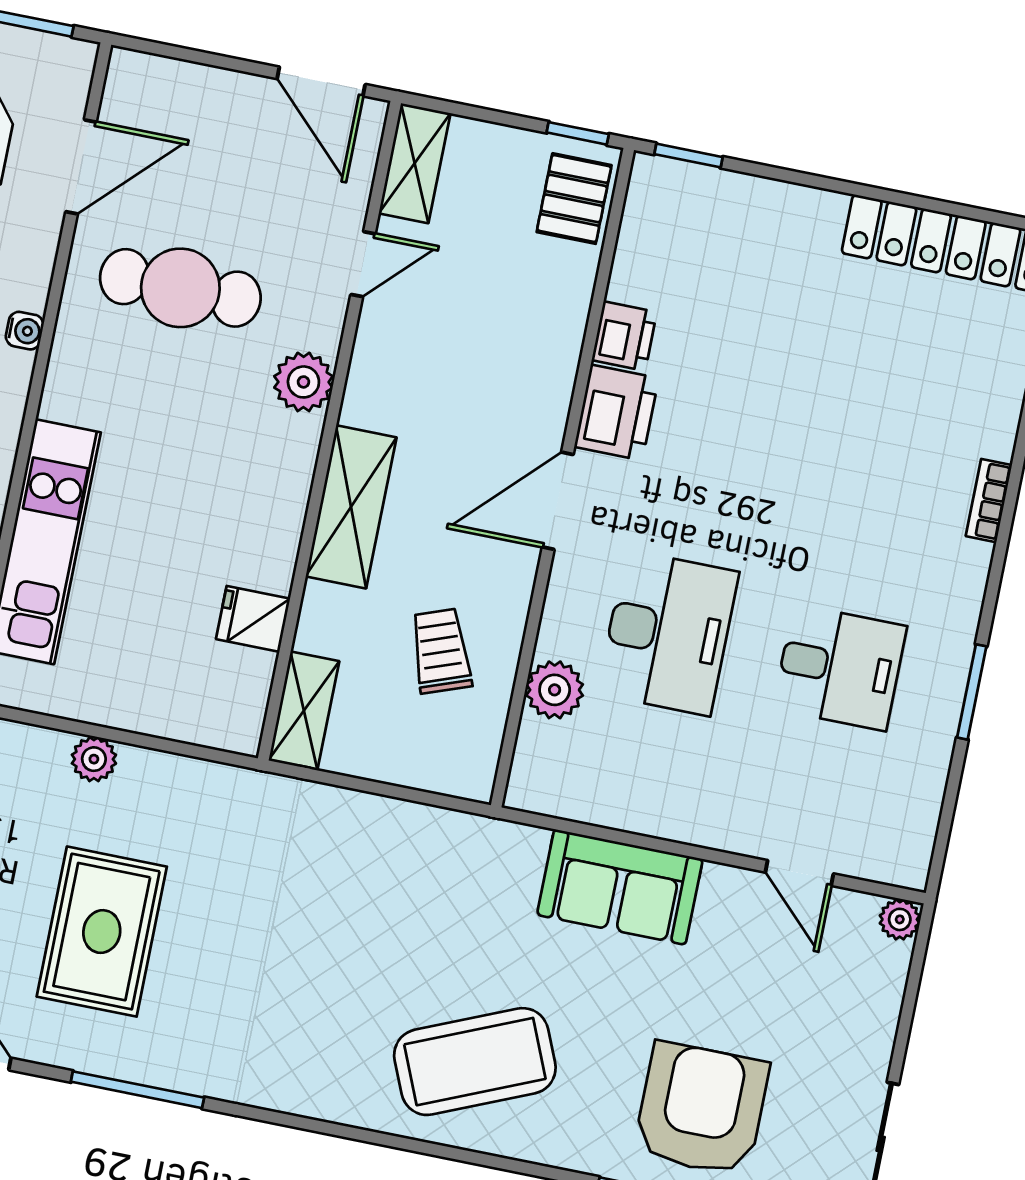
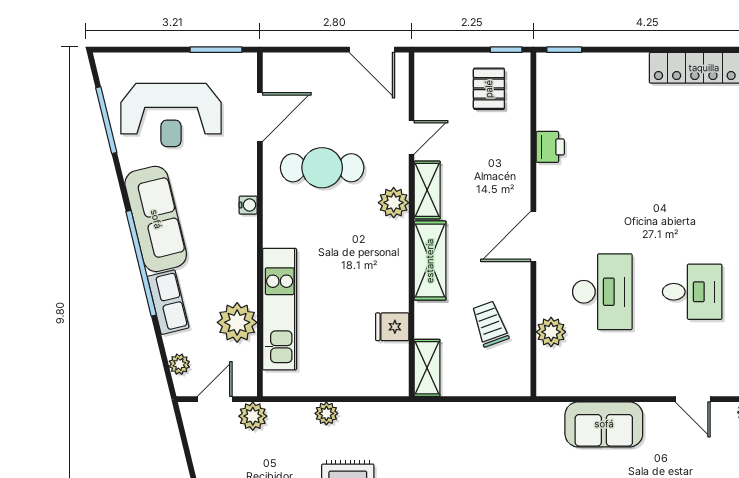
shelving: (415, 163) -> (427, 190), moved
pallet: (574, 199) -> (489, 89), moved
printer: (616, 412) -> (554, 186), removed

